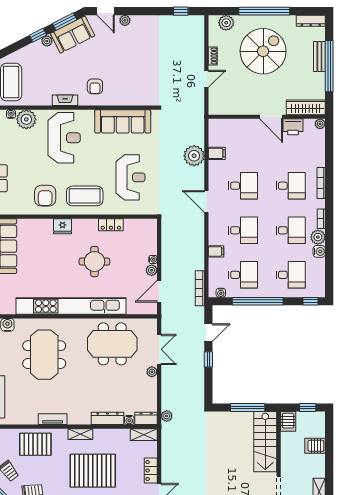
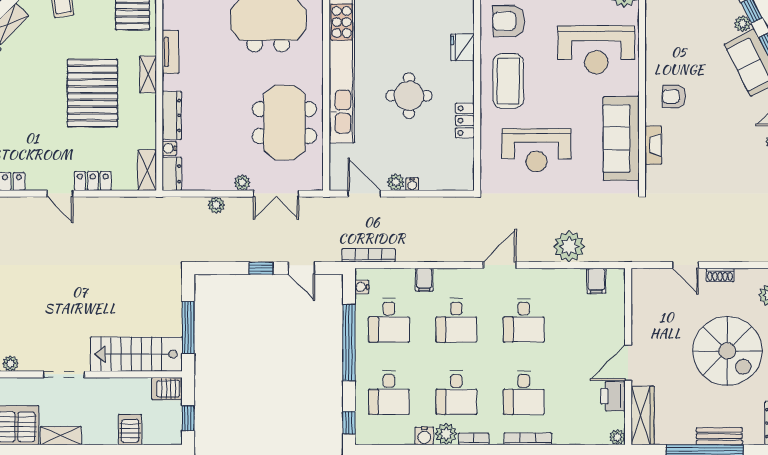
fireplace: (65, 100) -> (653, 145), moved
filing cabinet: (217, 153) -> (596, 281), moved
plant: (167, 416) -> (216, 205), moved
tv unit: (53, 419) -> (170, 52), moved

